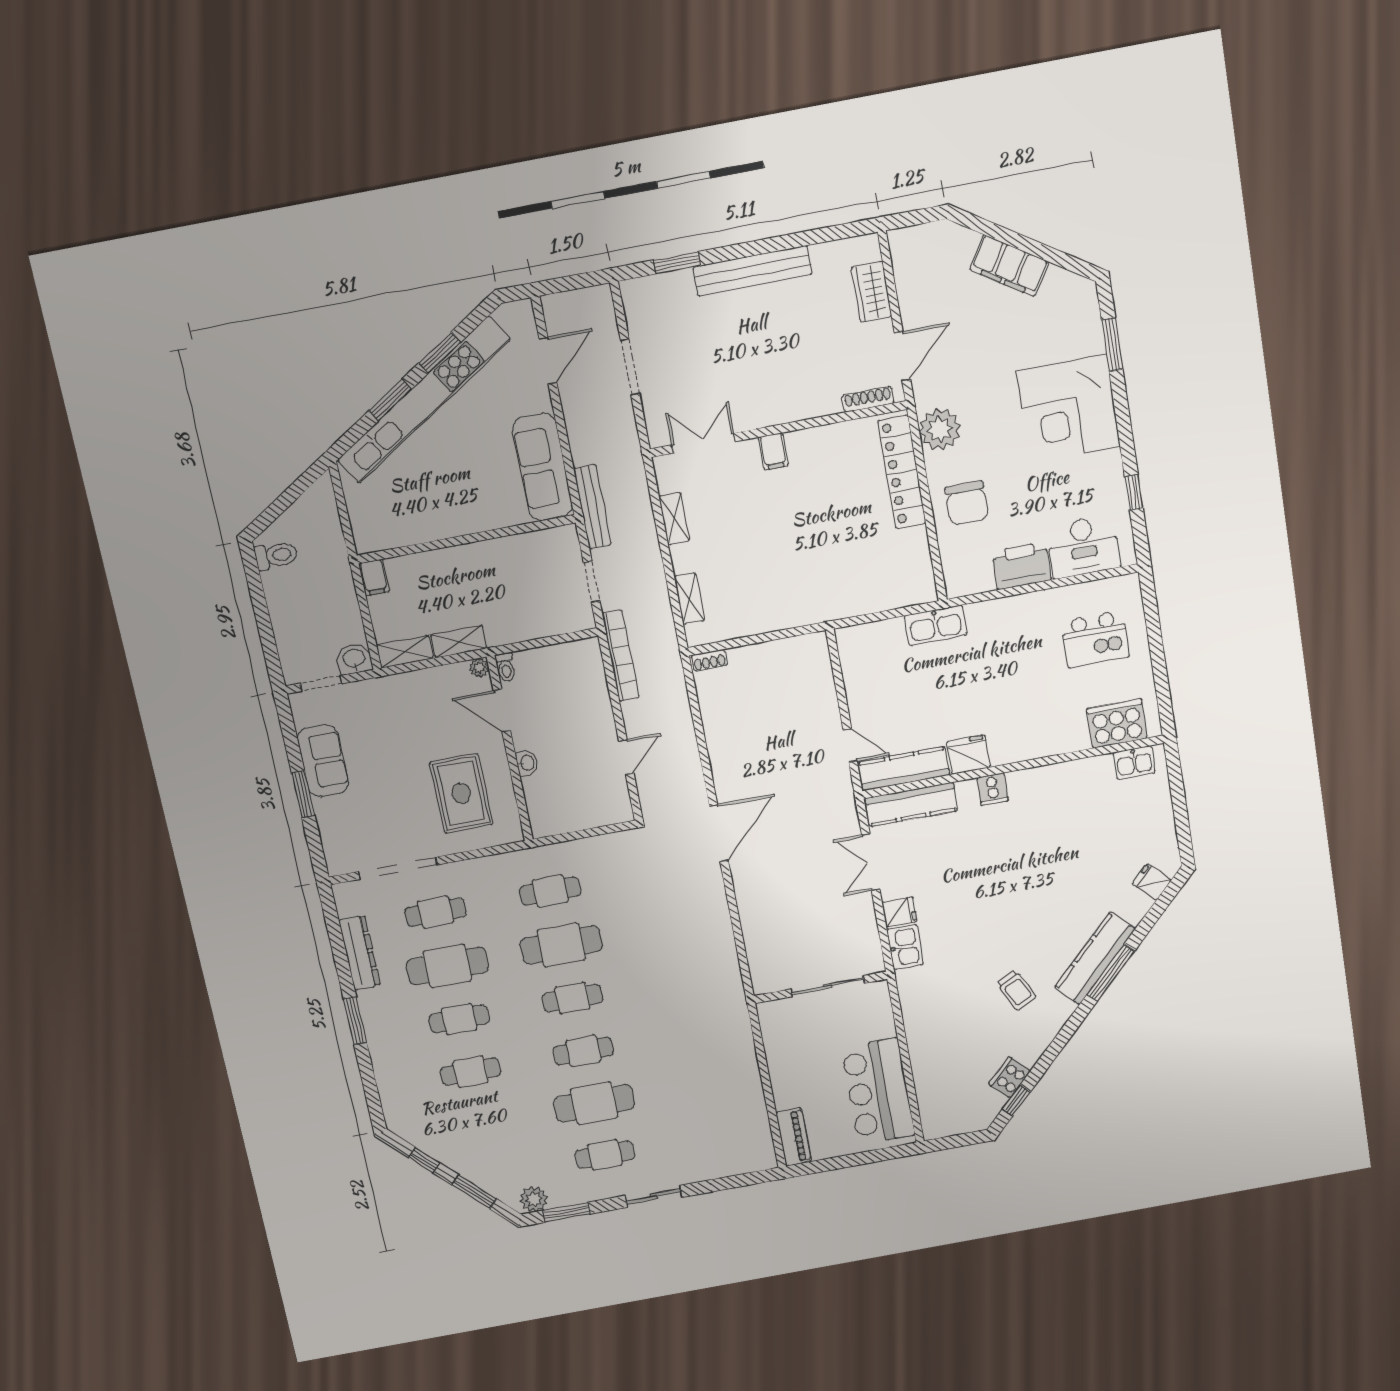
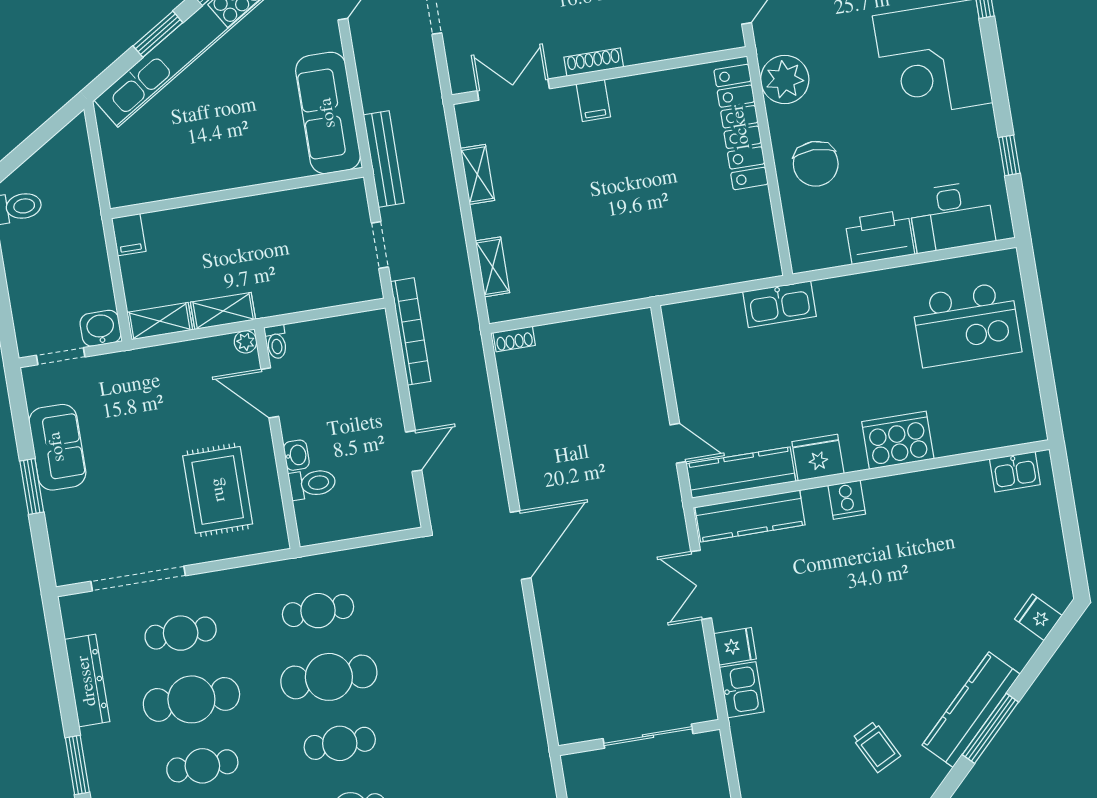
shoe rack: (868, 399) -> (594, 62), moved
kitchen island: (1095, 639) -> (967, 324), width x1.37, depth x1.28
cooker: (1117, 724) -> (898, 440), moved
toilet: (541, 786) -> (312, 484), added

